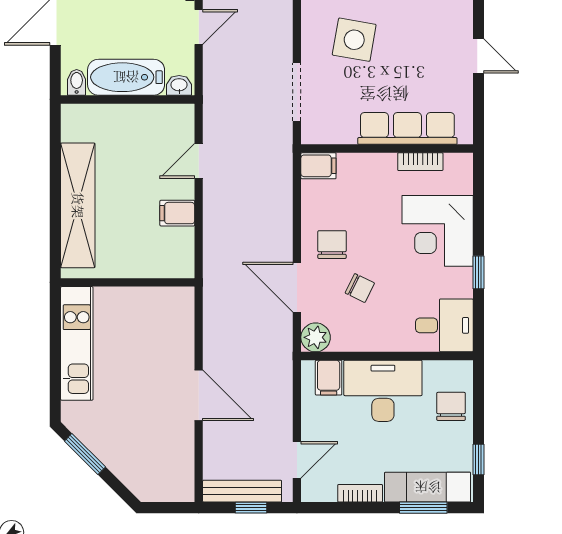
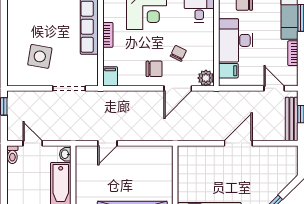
door: (199, 161) -> (107, 143), hinge flipped
bookcase: (420, 162) -> (108, 35), moved
filing cabinet: (177, 213) -> (137, 155), removed
chair: (332, 245) -> (154, 69), turned 180

